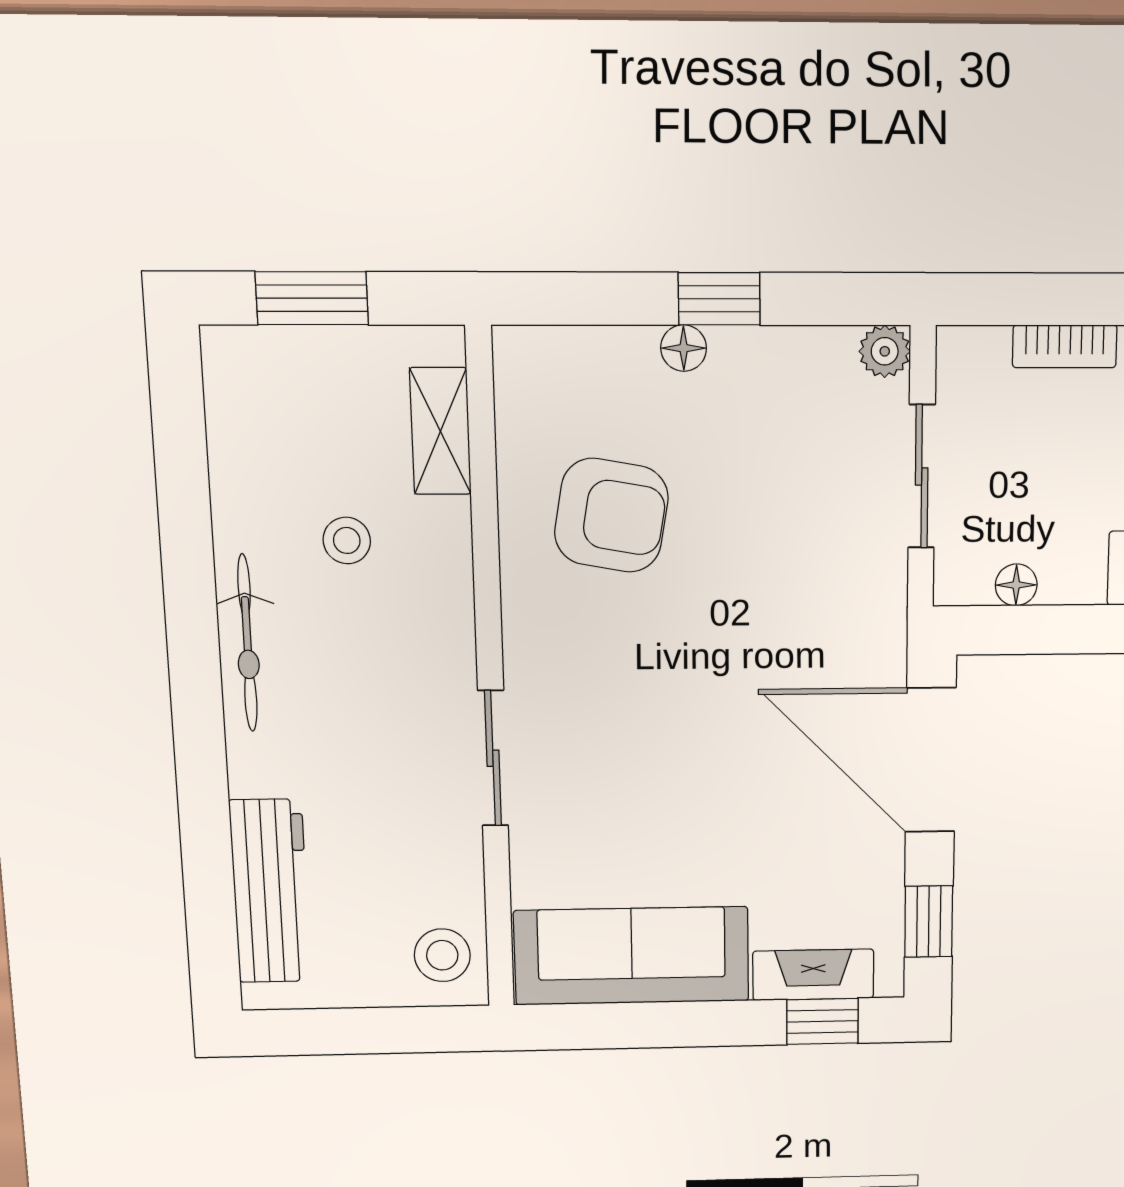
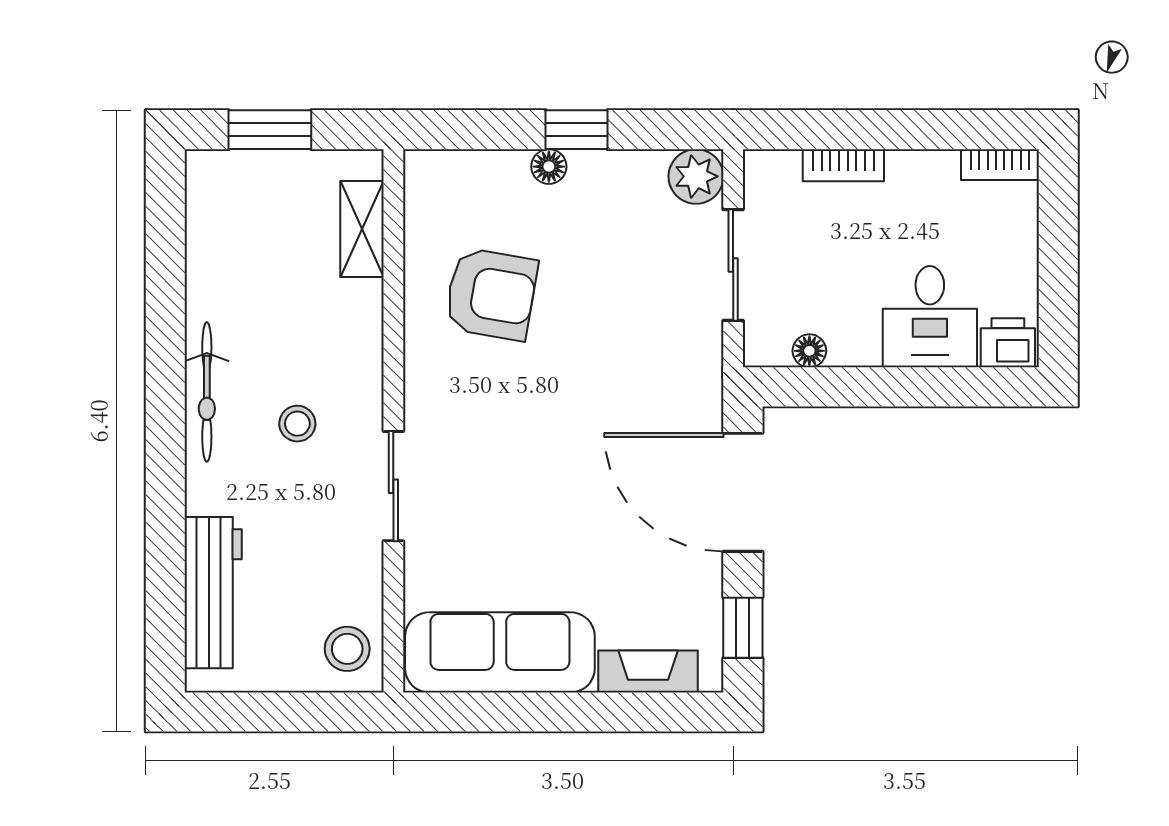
plant: (885, 351) -> (696, 176), width x1.38, depth x1.38
stool: (347, 540) -> (297, 424), moved
window: (822, 1021) -> (656, 712), removed

